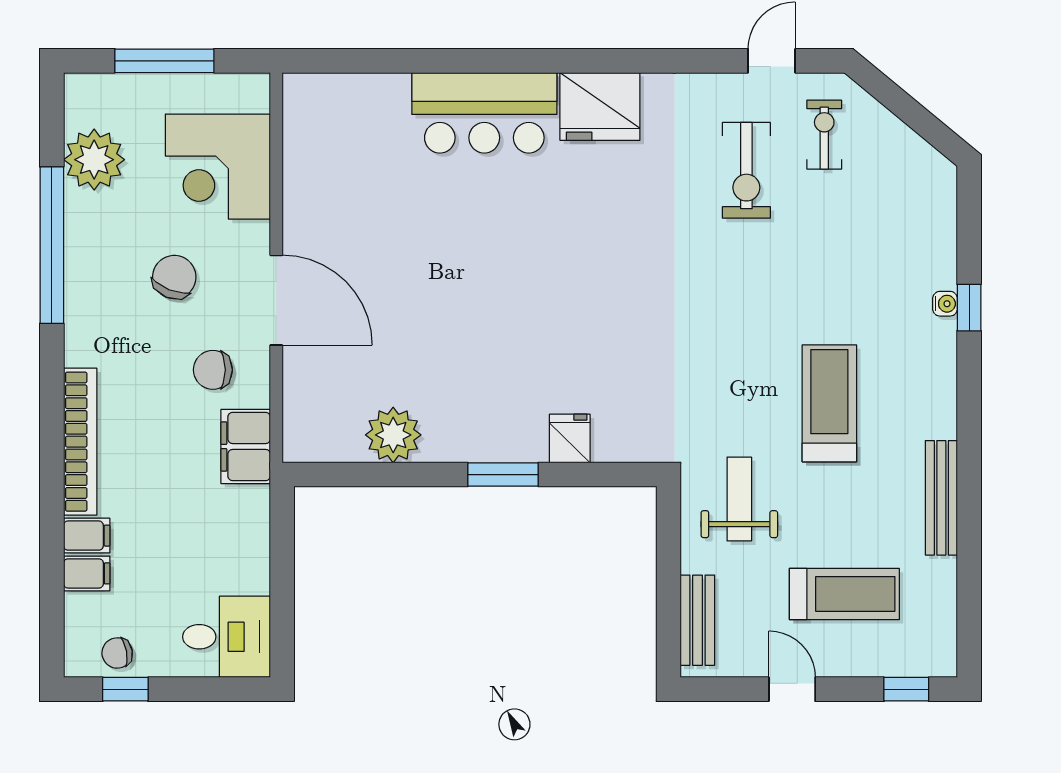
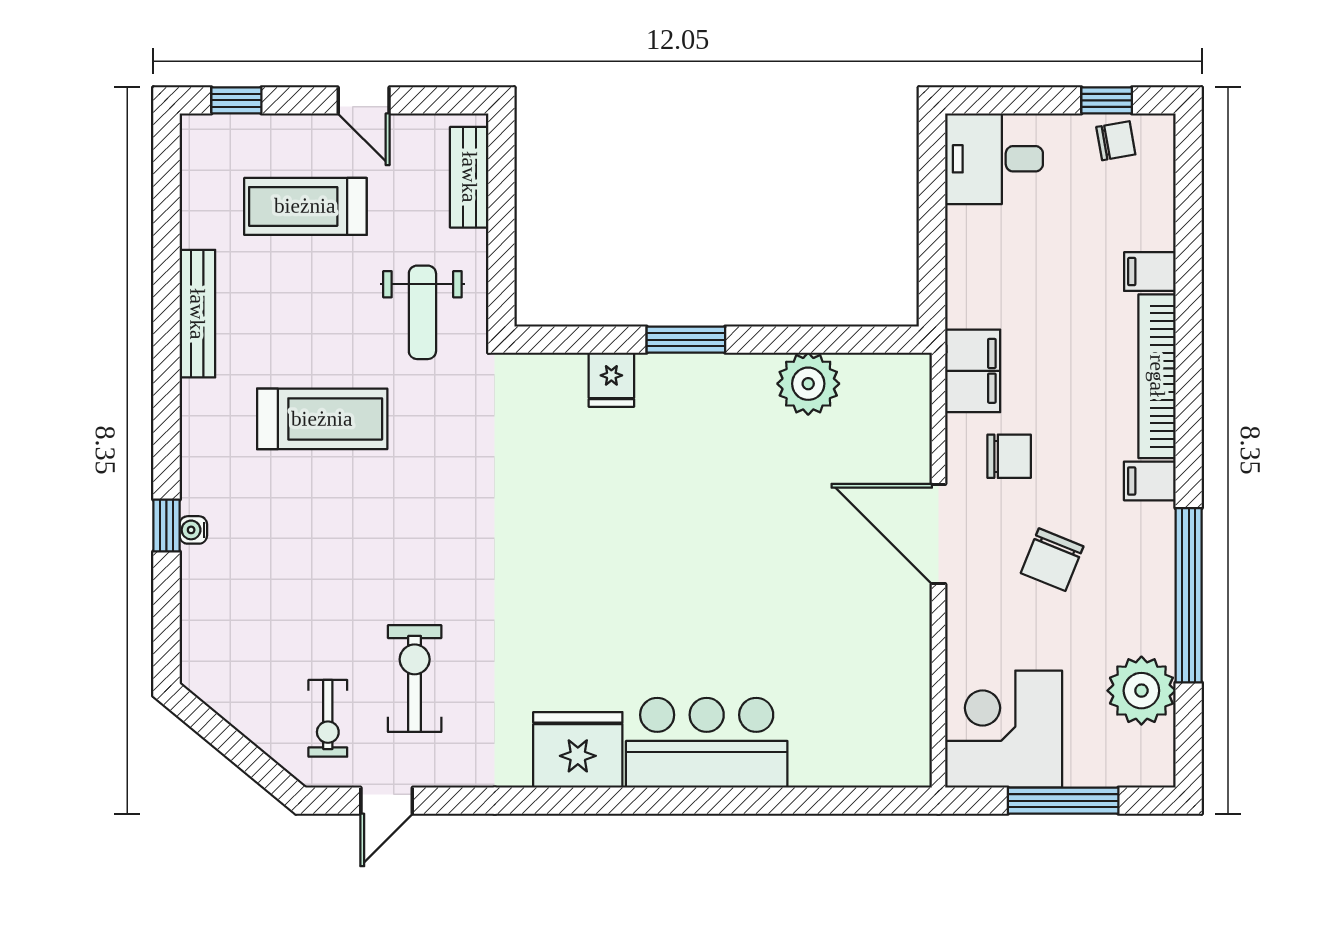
corner desk: (218, 167) -> (1004, 729), moved, turned -90
treadmill: (829, 403) -> (322, 419), turned -90
filing cabinet: (87, 573) -> (1150, 481), moved

